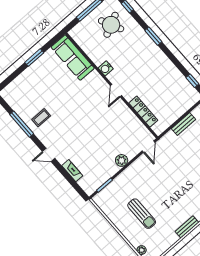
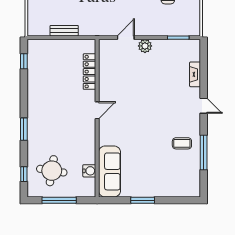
round table: (111, 25) -> (52, 171), turned 35
water cooler: (106, 68) -> (89, 171), moved
door: (148, 147) -> (126, 38), moved

